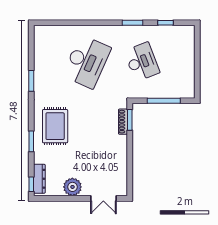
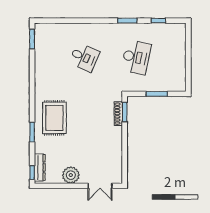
desk: (87, 62) -> (84, 57), width x0.53, depth x0.77
desk: (142, 62) -> (136, 57), turned 33
window: (31, 81) -> (32, 39), moved
window: (164, 101) -> (157, 94), width x0.69

